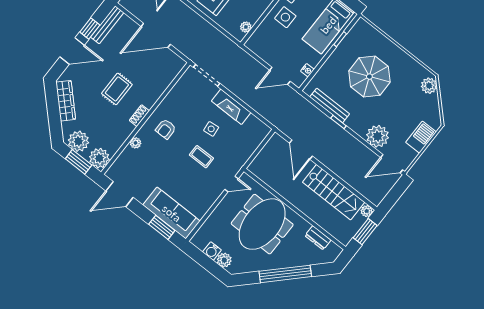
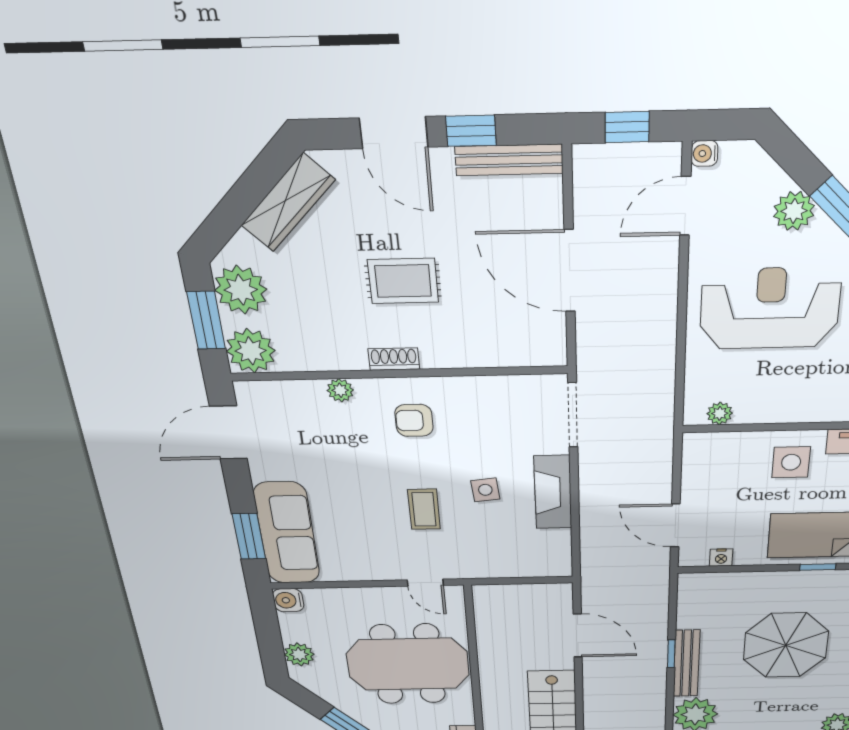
bench: (330, 105) -> (686, 663), moved
door: (301, 150) -> (578, 636), swing flipped
door: (120, 194) -> (228, 433), hinge flipped
water cooler: (212, 251) -> (288, 600), moved

